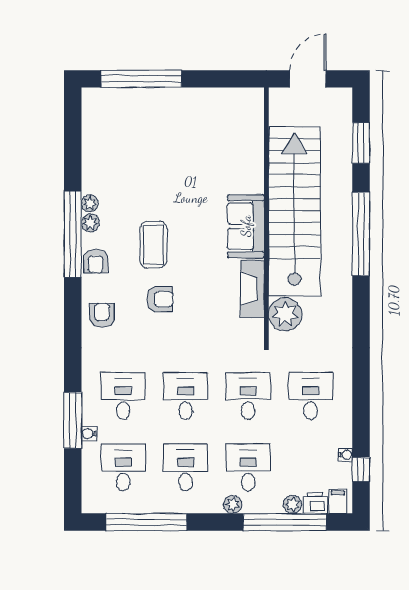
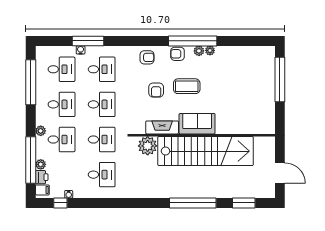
stairs: (294, 211) -> (206, 151), moved
wall: (266, 217) -> (202, 135), moved
sofa: (246, 226) -> (197, 124), moved
fireplace: (252, 288) -> (162, 127), moved
plant: (285, 314) -> (148, 146), moved

